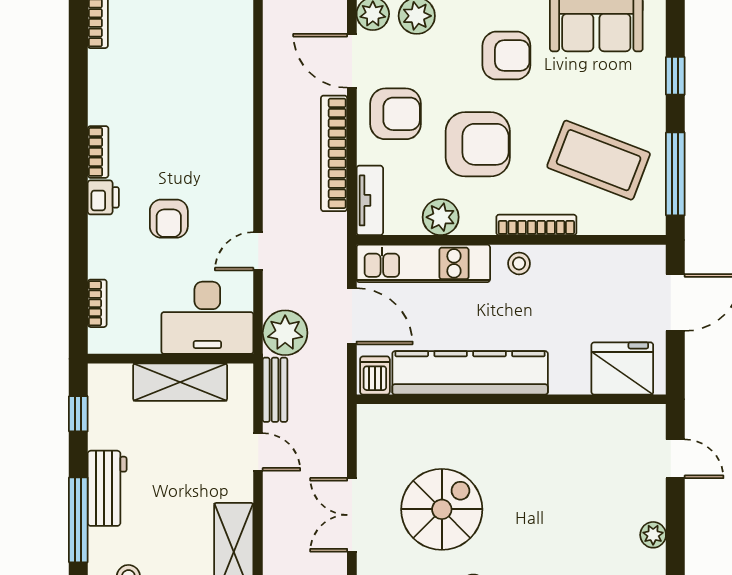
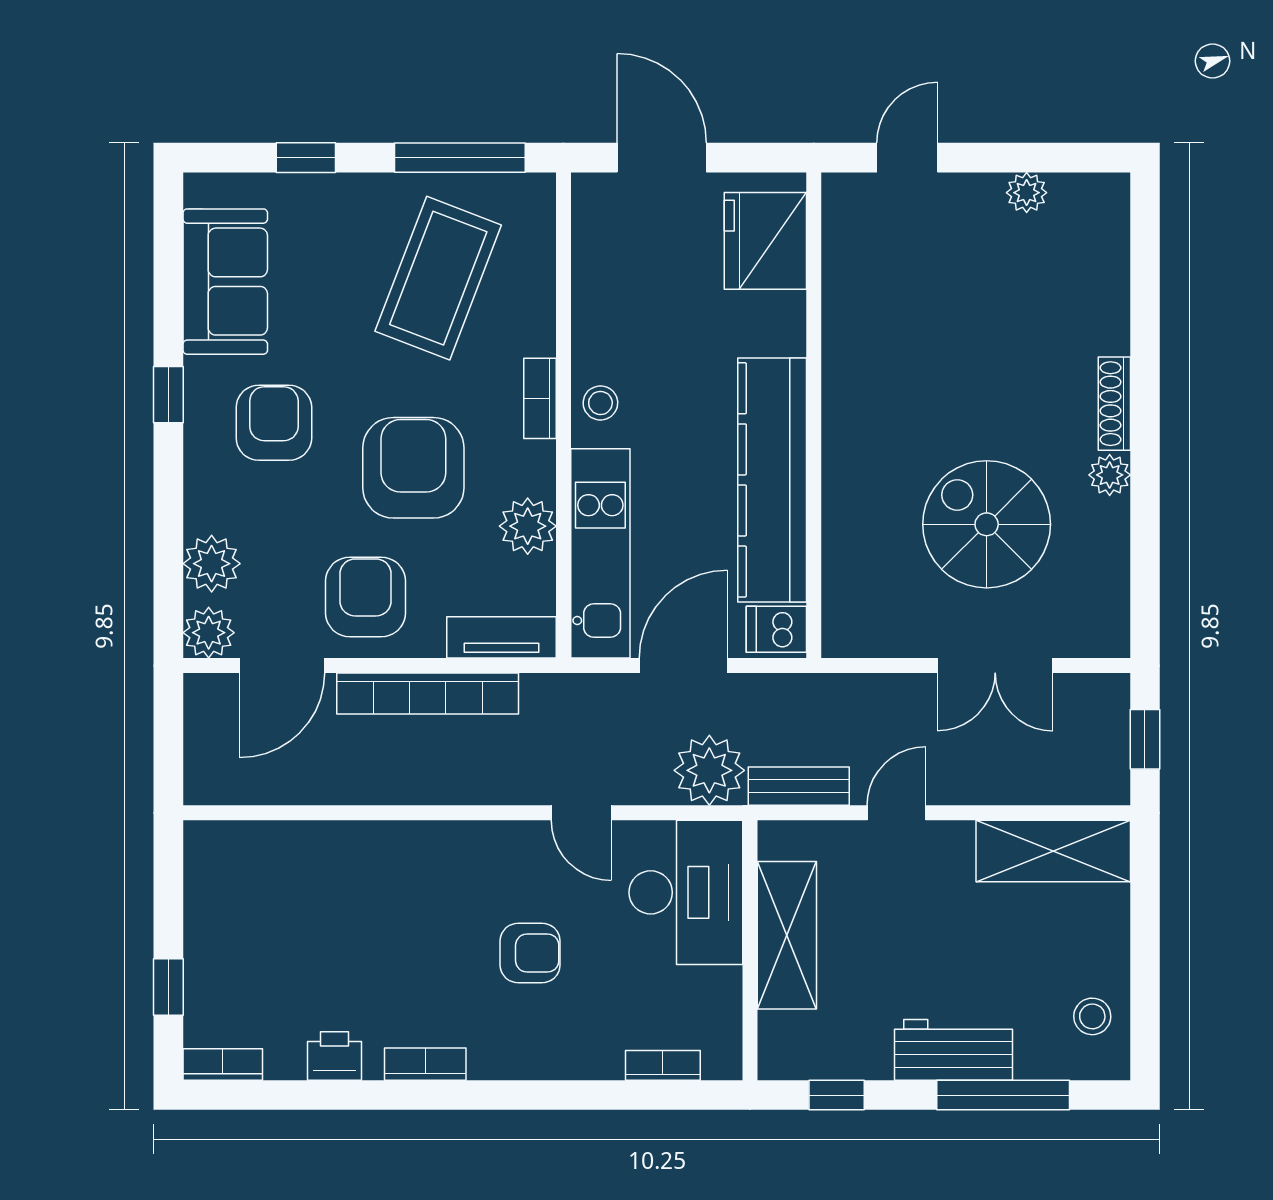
printer: (103, 197) -> (334, 1056), moved
bookcase: (536, 225) -> (540, 398), width x0.64

